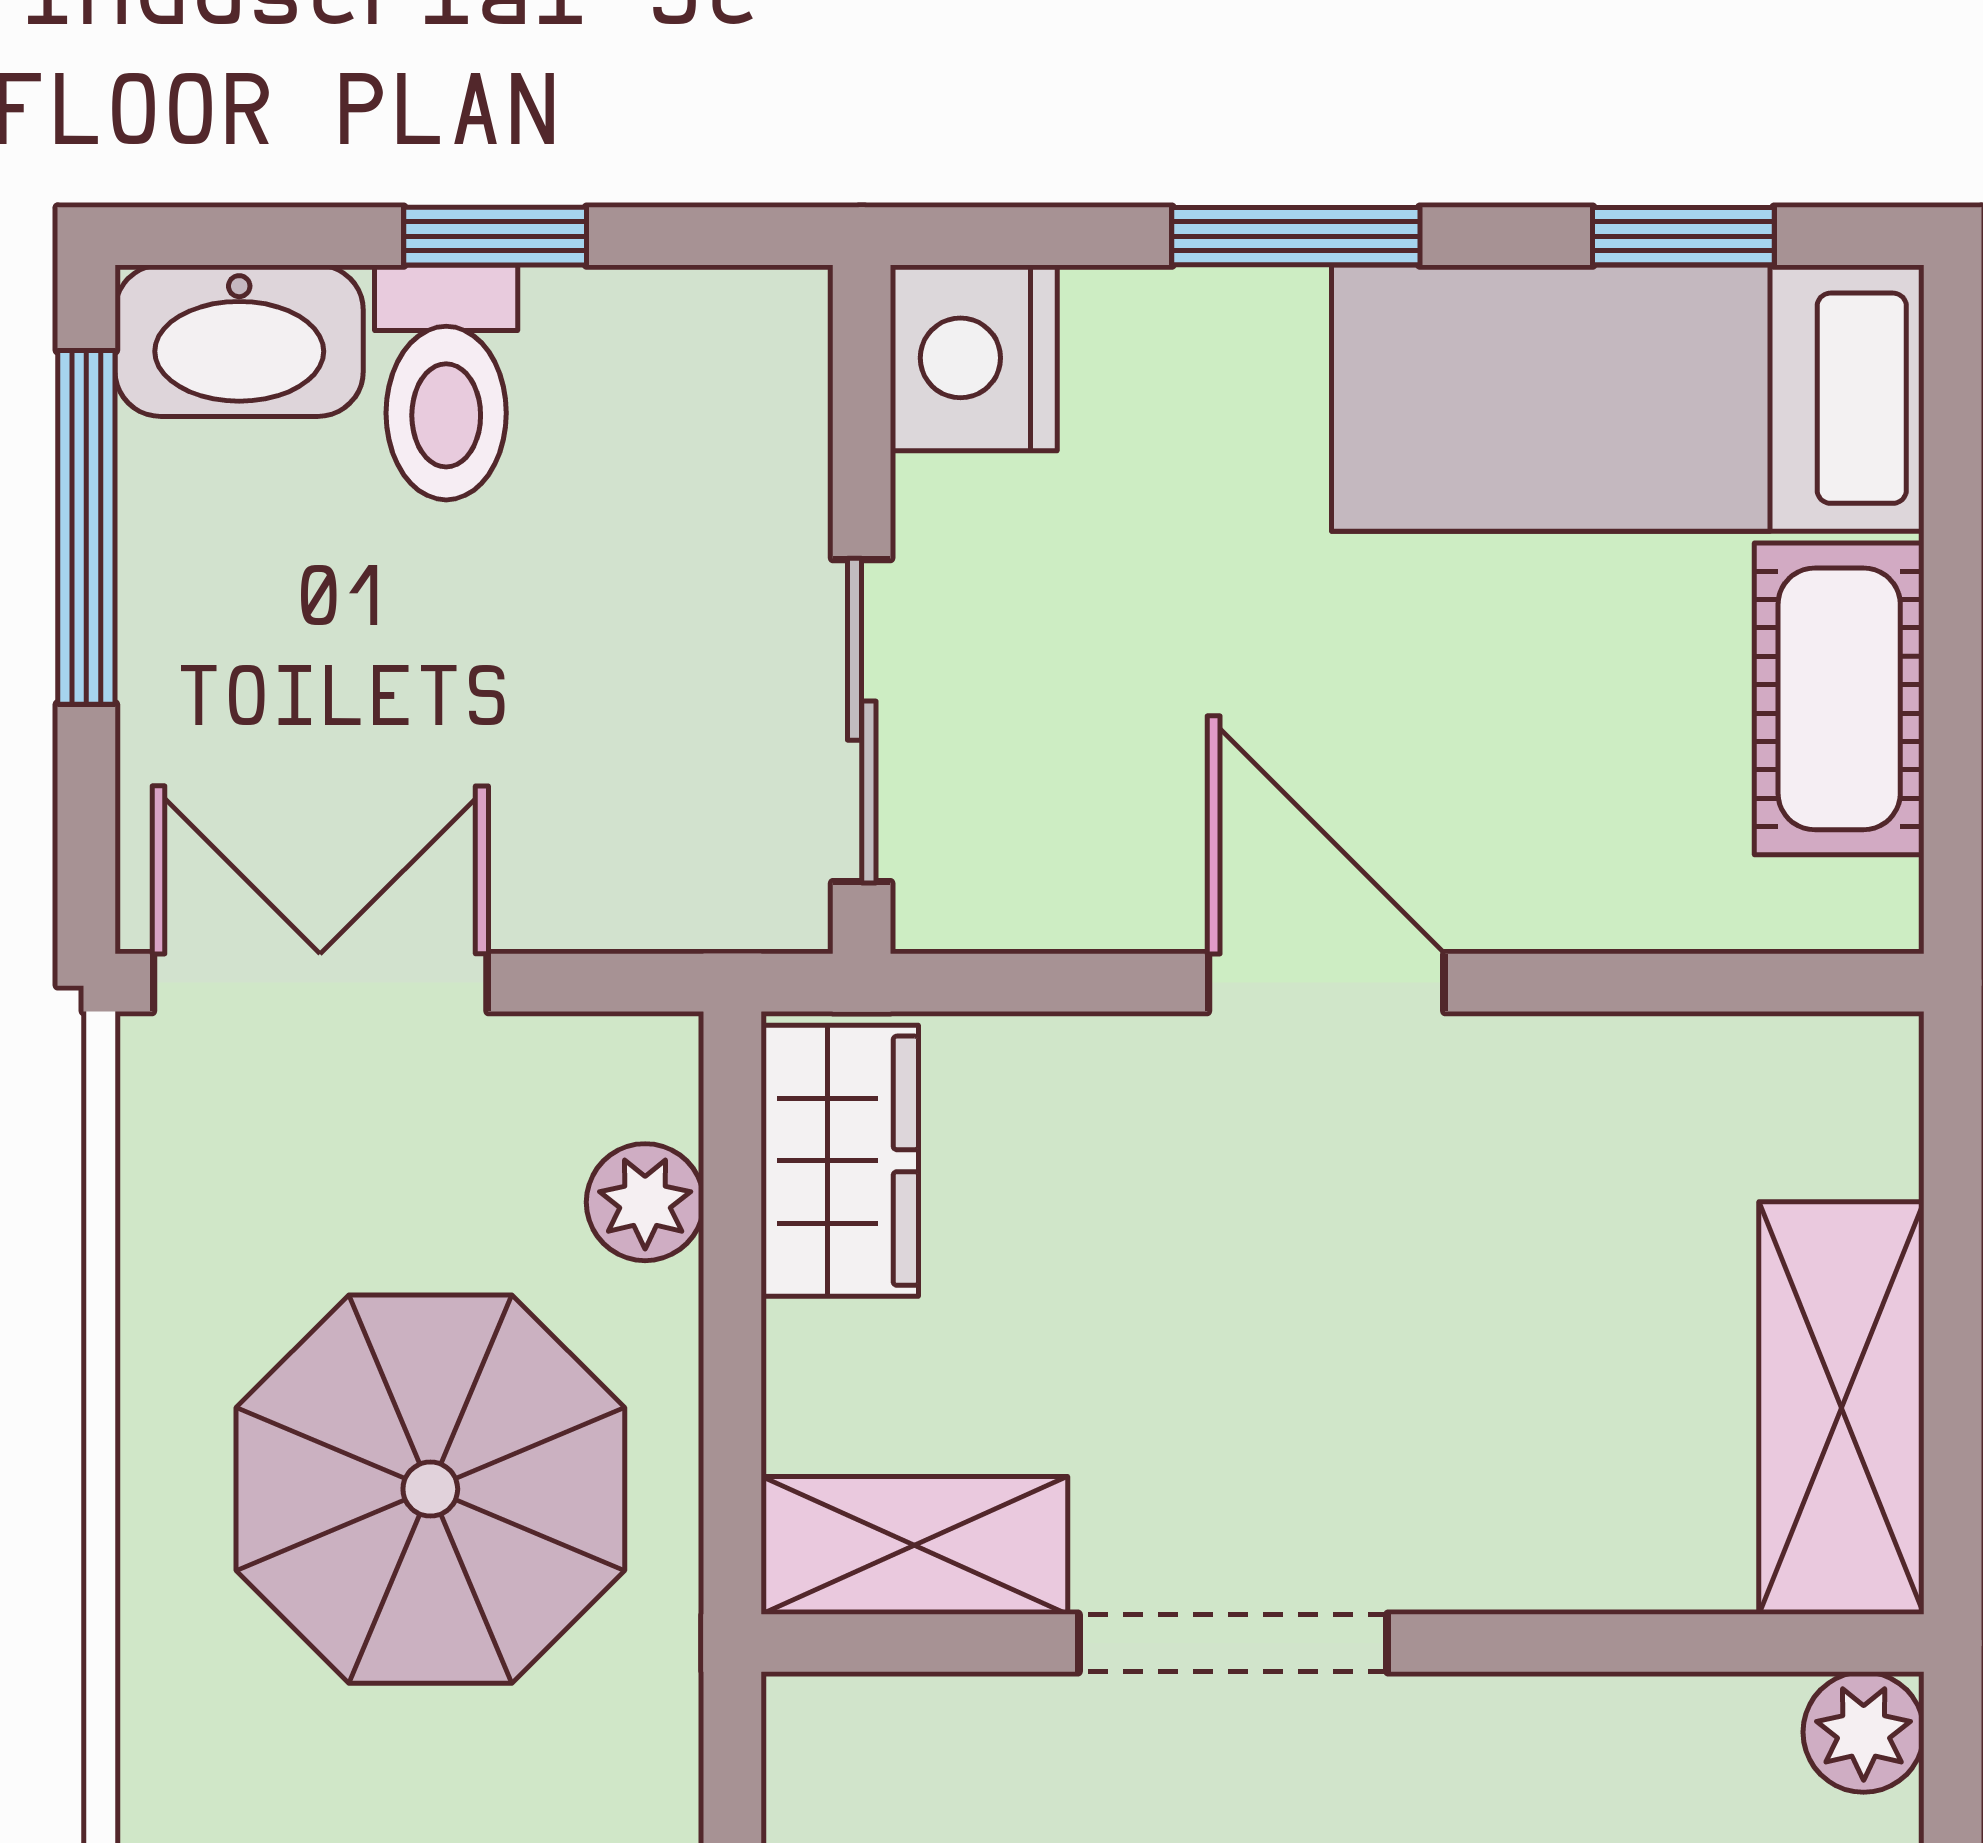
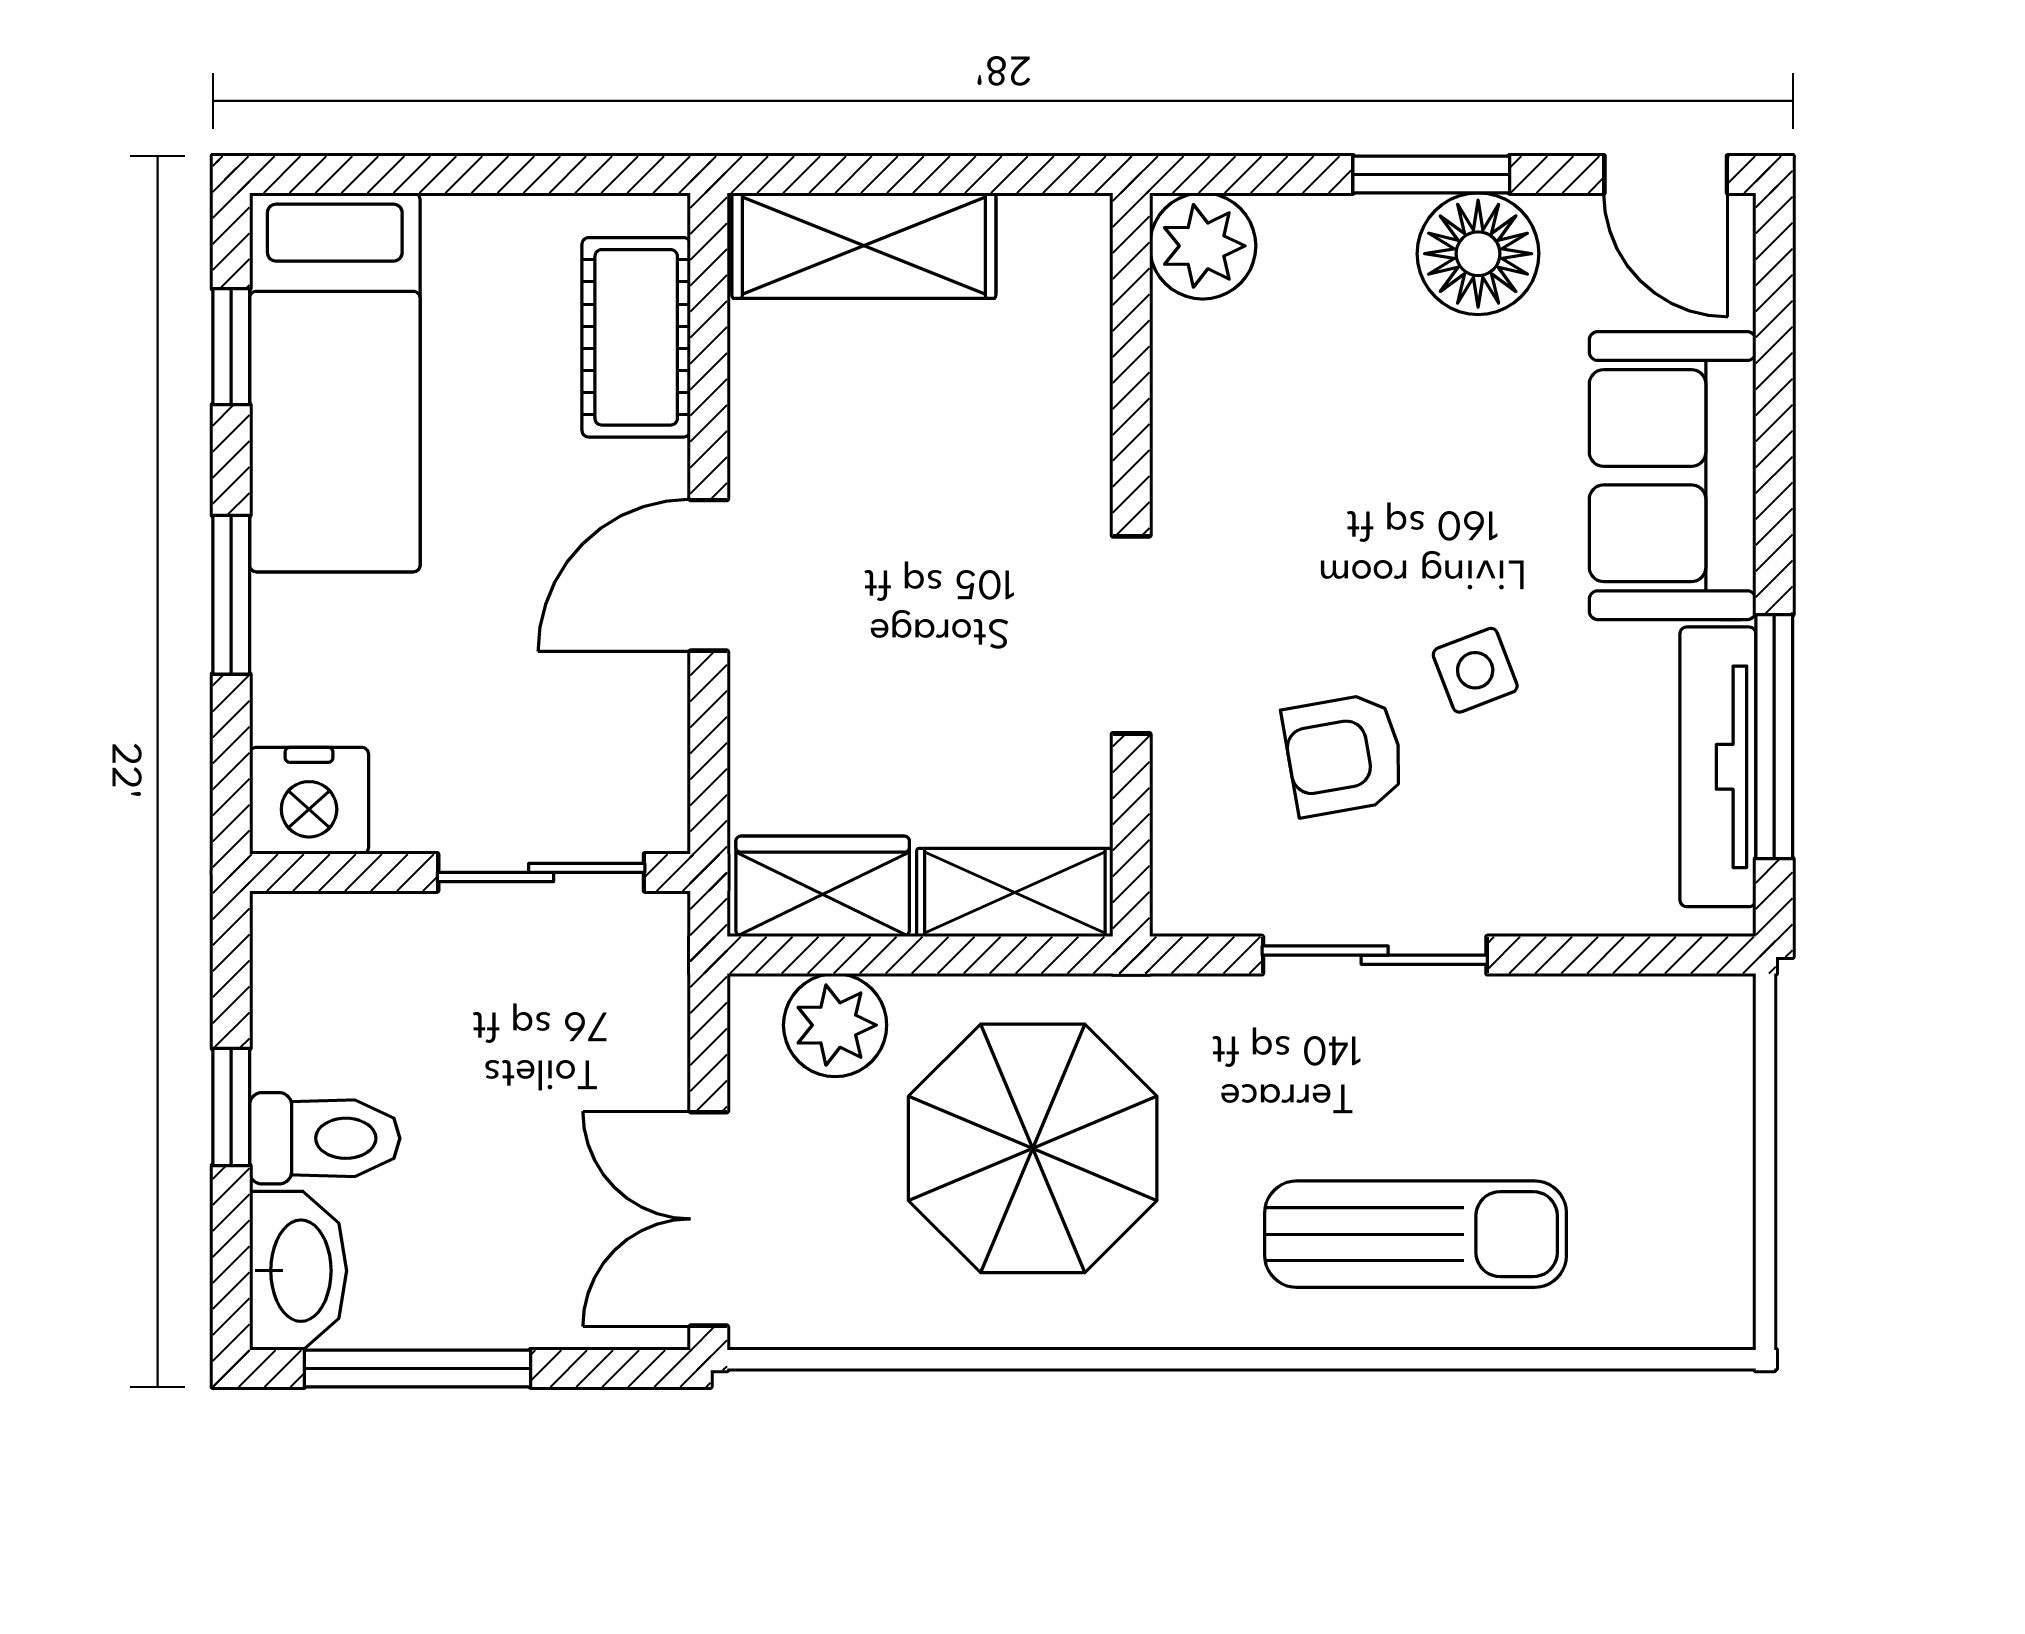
cot: (1839, 699) -> (636, 337), moved, turned 90
plant: (645, 1202) -> (835, 1025), width x1.38, depth x1.38
shelving: (1841, 1408) -> (864, 246), moved
shelving: (914, 1545) -> (1015, 893), moved, turned 90
plant: (1864, 1732) -> (1203, 246), width x1.38, depth x1.38

